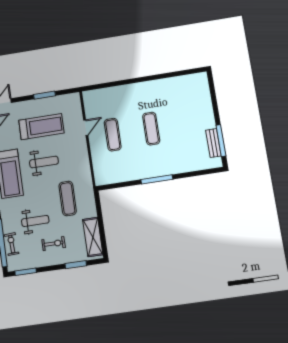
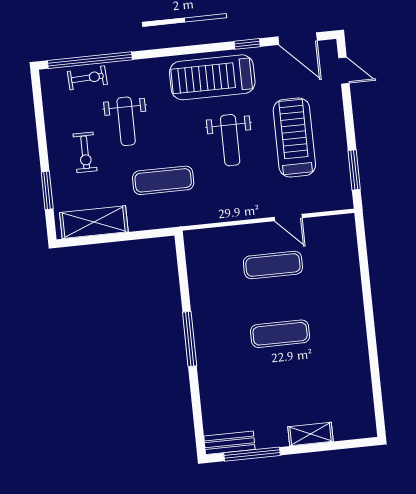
window: (45, 95) -> (354, 170), moved
shelving: (207, 108) -> (311, 434), added
treadmill: (41, 127) -> (294, 138), turned 180
bench: (213, 143) -> (229, 443), moved
window: (26, 272) -> (38, 101), removed

